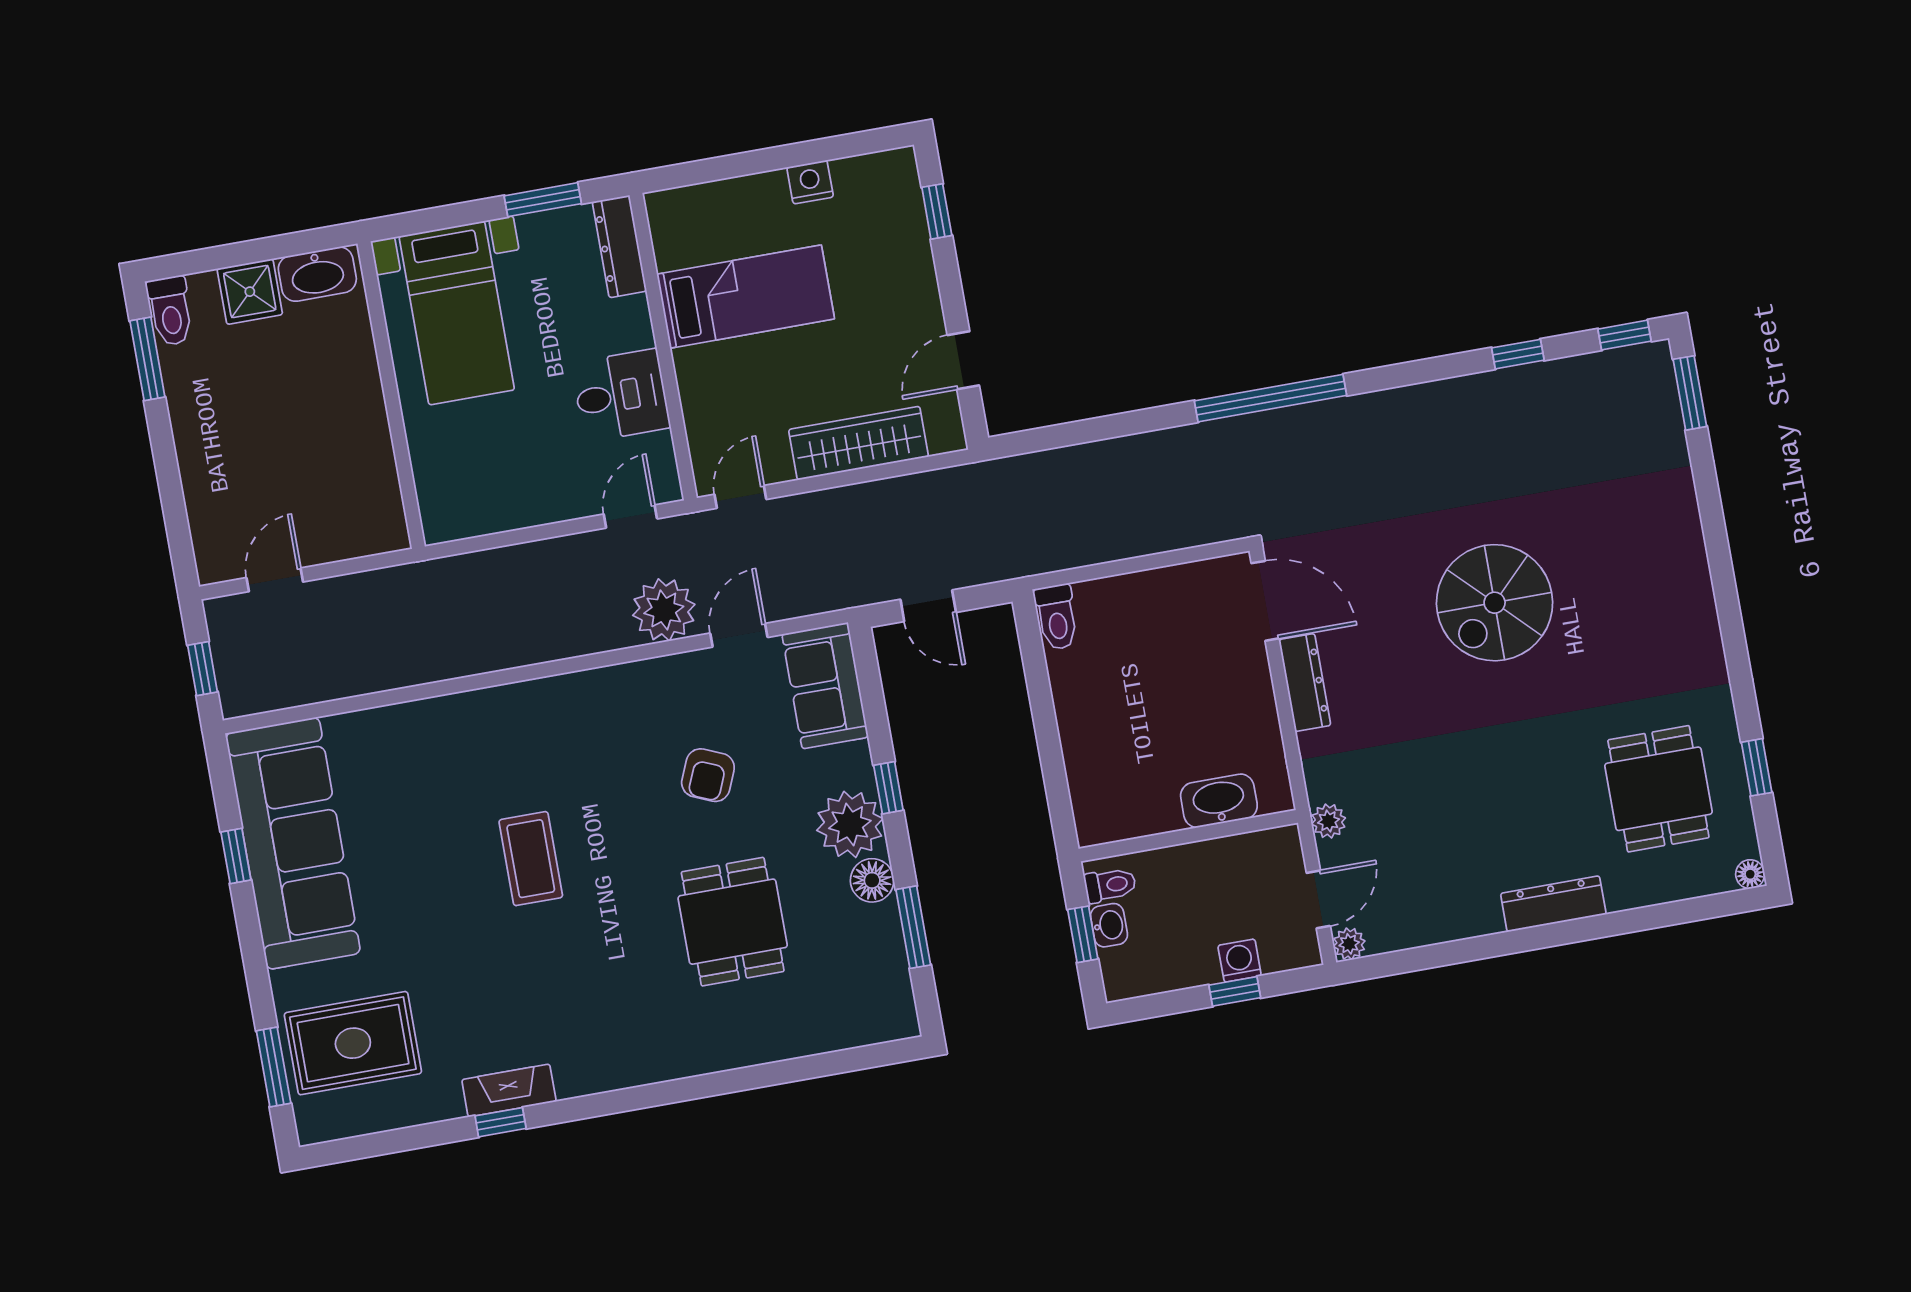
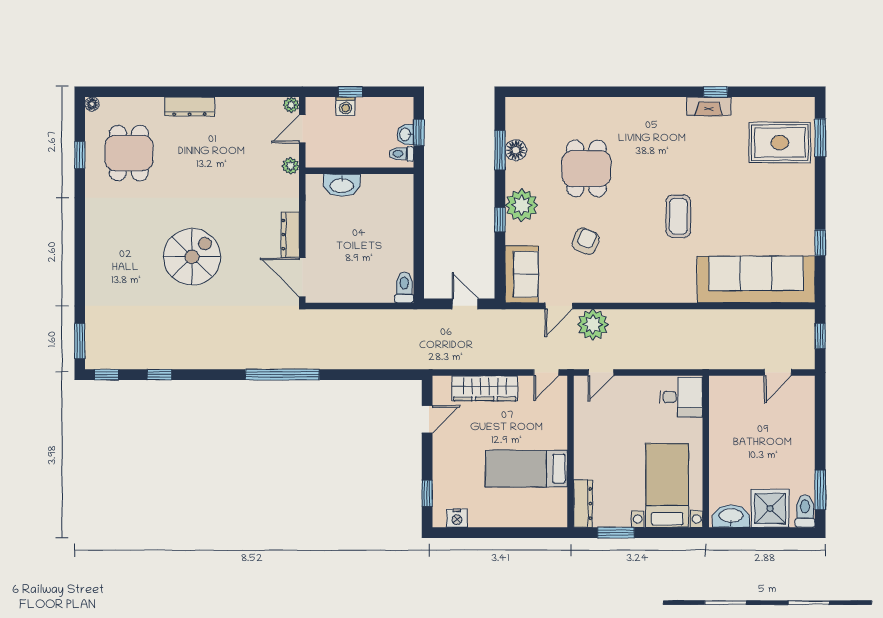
nightstand: (810, 182) -> (457, 518), moved
shower: (250, 292) -> (770, 508), width x1.36, depth x1.36
desk: (621, 395) -> (681, 397), moved, turned 180
sofa: (293, 843) -> (756, 279), moved, turned 90
floor lamp: (872, 880) -> (516, 150), moved

